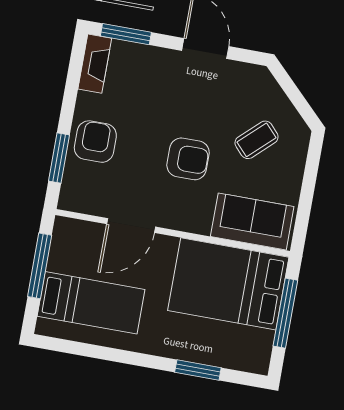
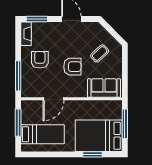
armchair: (95, 142) -> (40, 60), moved
window: (59, 158) -> (18, 76), width x1.44
bed: (228, 284) -> (99, 136), moved

